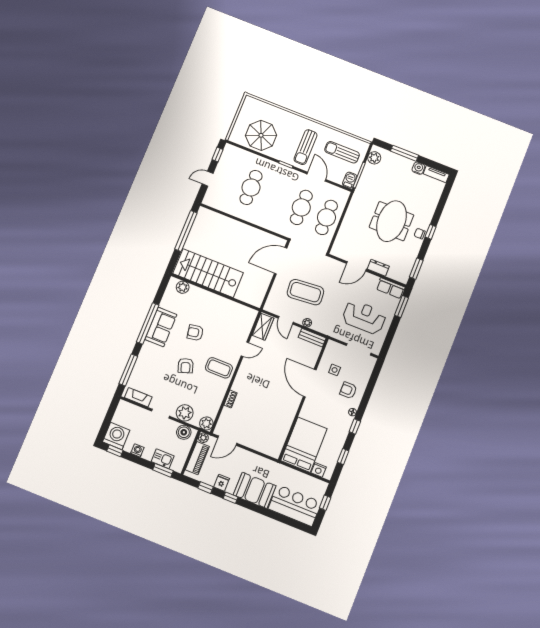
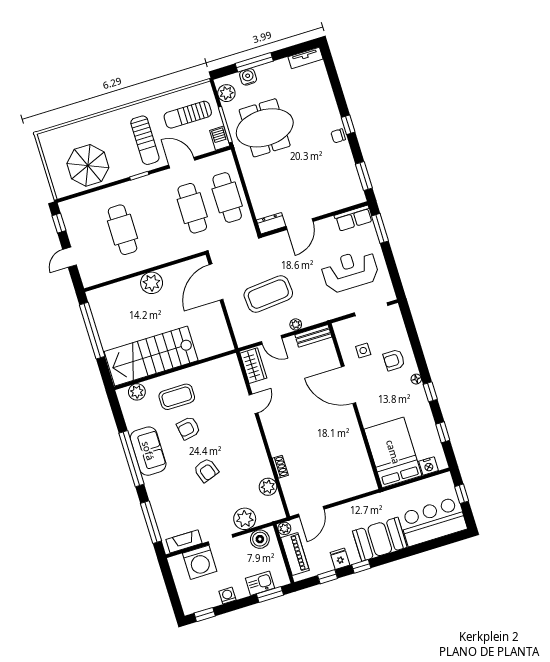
water cooler: (418, 168) -> (248, 77), moved
meeting table: (391, 221) -> (265, 128), moved, turned 90
plant: (243, 231) -> (152, 283), added
dresser: (378, 268) -> (271, 223), moved
coffee table: (219, 368) -> (177, 397), moved
plant: (206, 423) -> (268, 487), moved
washing machine: (116, 436) -> (200, 562), moved, turned 180

